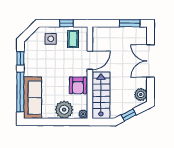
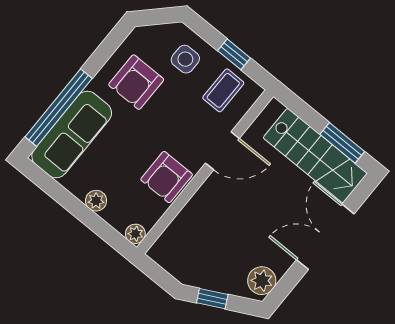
window: (20, 58) -> (106, 50), removed
armchair: (40, 61) -> (136, 82), added
stairs: (101, 95) -> (315, 156), moved, turned 90
plant: (64, 110) -> (96, 201), width x0.53, depth x0.53

